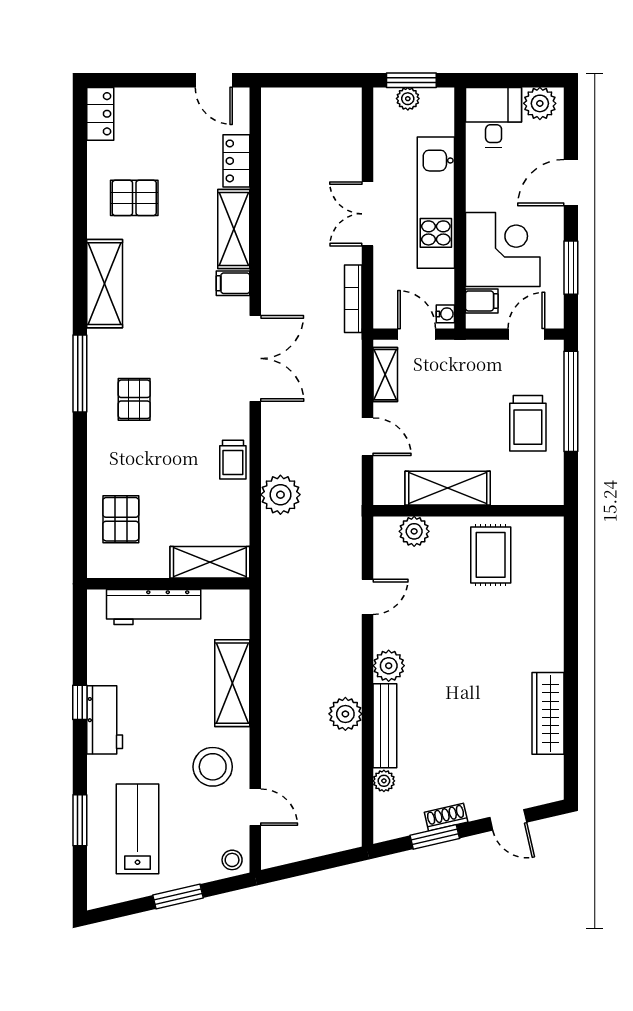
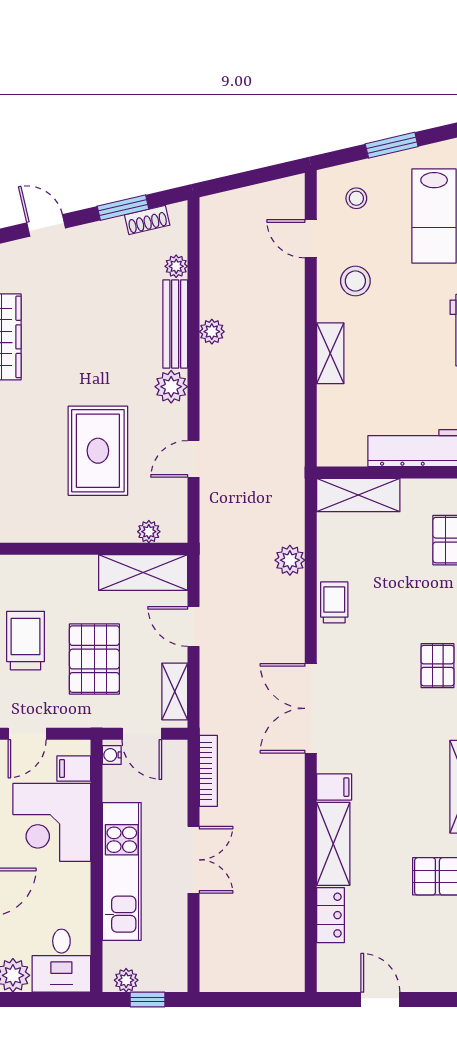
door: (214, 80) -> (380, 1000), moved
window: (411, 80) -> (147, 1000), width x0.67
plant: (408, 99) -> (126, 980), moved
pallet: (462, 406) -> (94, 659), added
shelving: (448, 488) -> (143, 573), moved
plant: (280, 495) -> (290, 560), width x0.73, depth x0.73
plant: (414, 531) -> (149, 532), width x0.73, depth x0.73
rug: (491, 555) -> (98, 451), moved, width x1.36, depth x1.43
shelving: (232, 683) -> (330, 353), width x0.67, depth x0.75
plant: (345, 714) -> (212, 332), width x0.73, depth x0.73
stool: (213, 767) -> (355, 281), width x0.73, depth x0.73
shoe rack: (446, 817) -> (147, 220), moved
stool: (232, 860) -> (356, 198), moved

